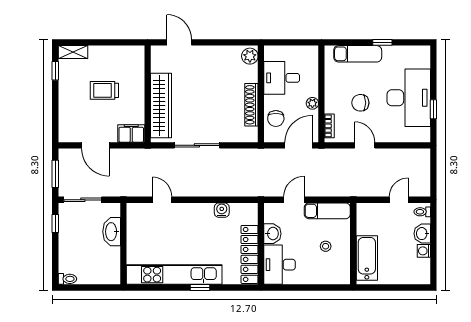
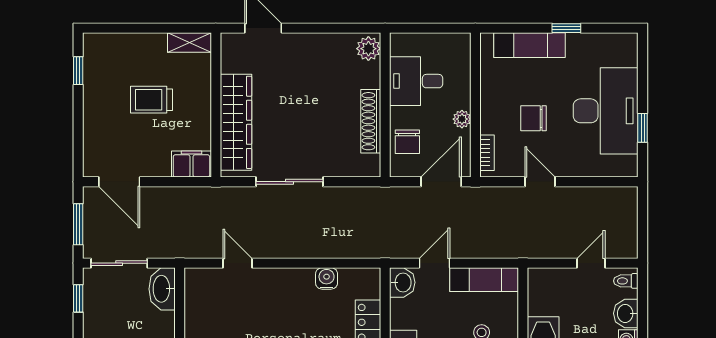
shelving: (73, 52) -> (189, 43), moved
door: (95, 145) -> (119, 182), moved
washbasin: (112, 232) -> (162, 289), moved
washbasin: (272, 234) -> (402, 282), moved

